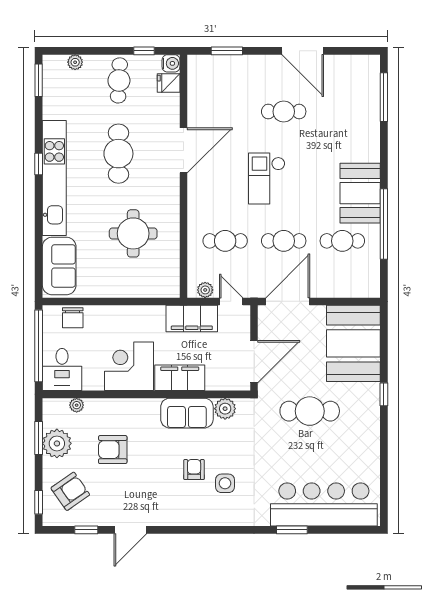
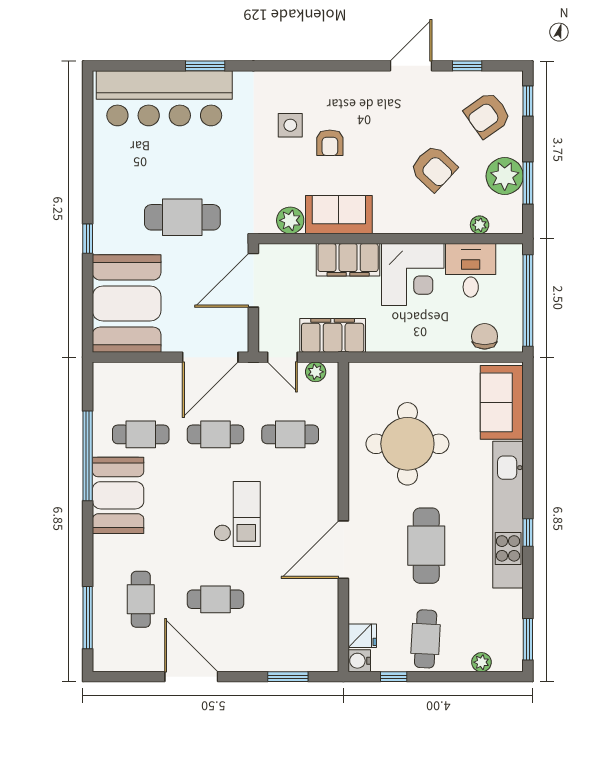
cafe table: (342, 112) -> (141, 599), added
round table: (133, 233) -> (407, 444), width x1.36, depth x1.36
desk: (62, 369) -> (471, 270), moved
armchair: (113, 450) -> (434, 168), turned 43

